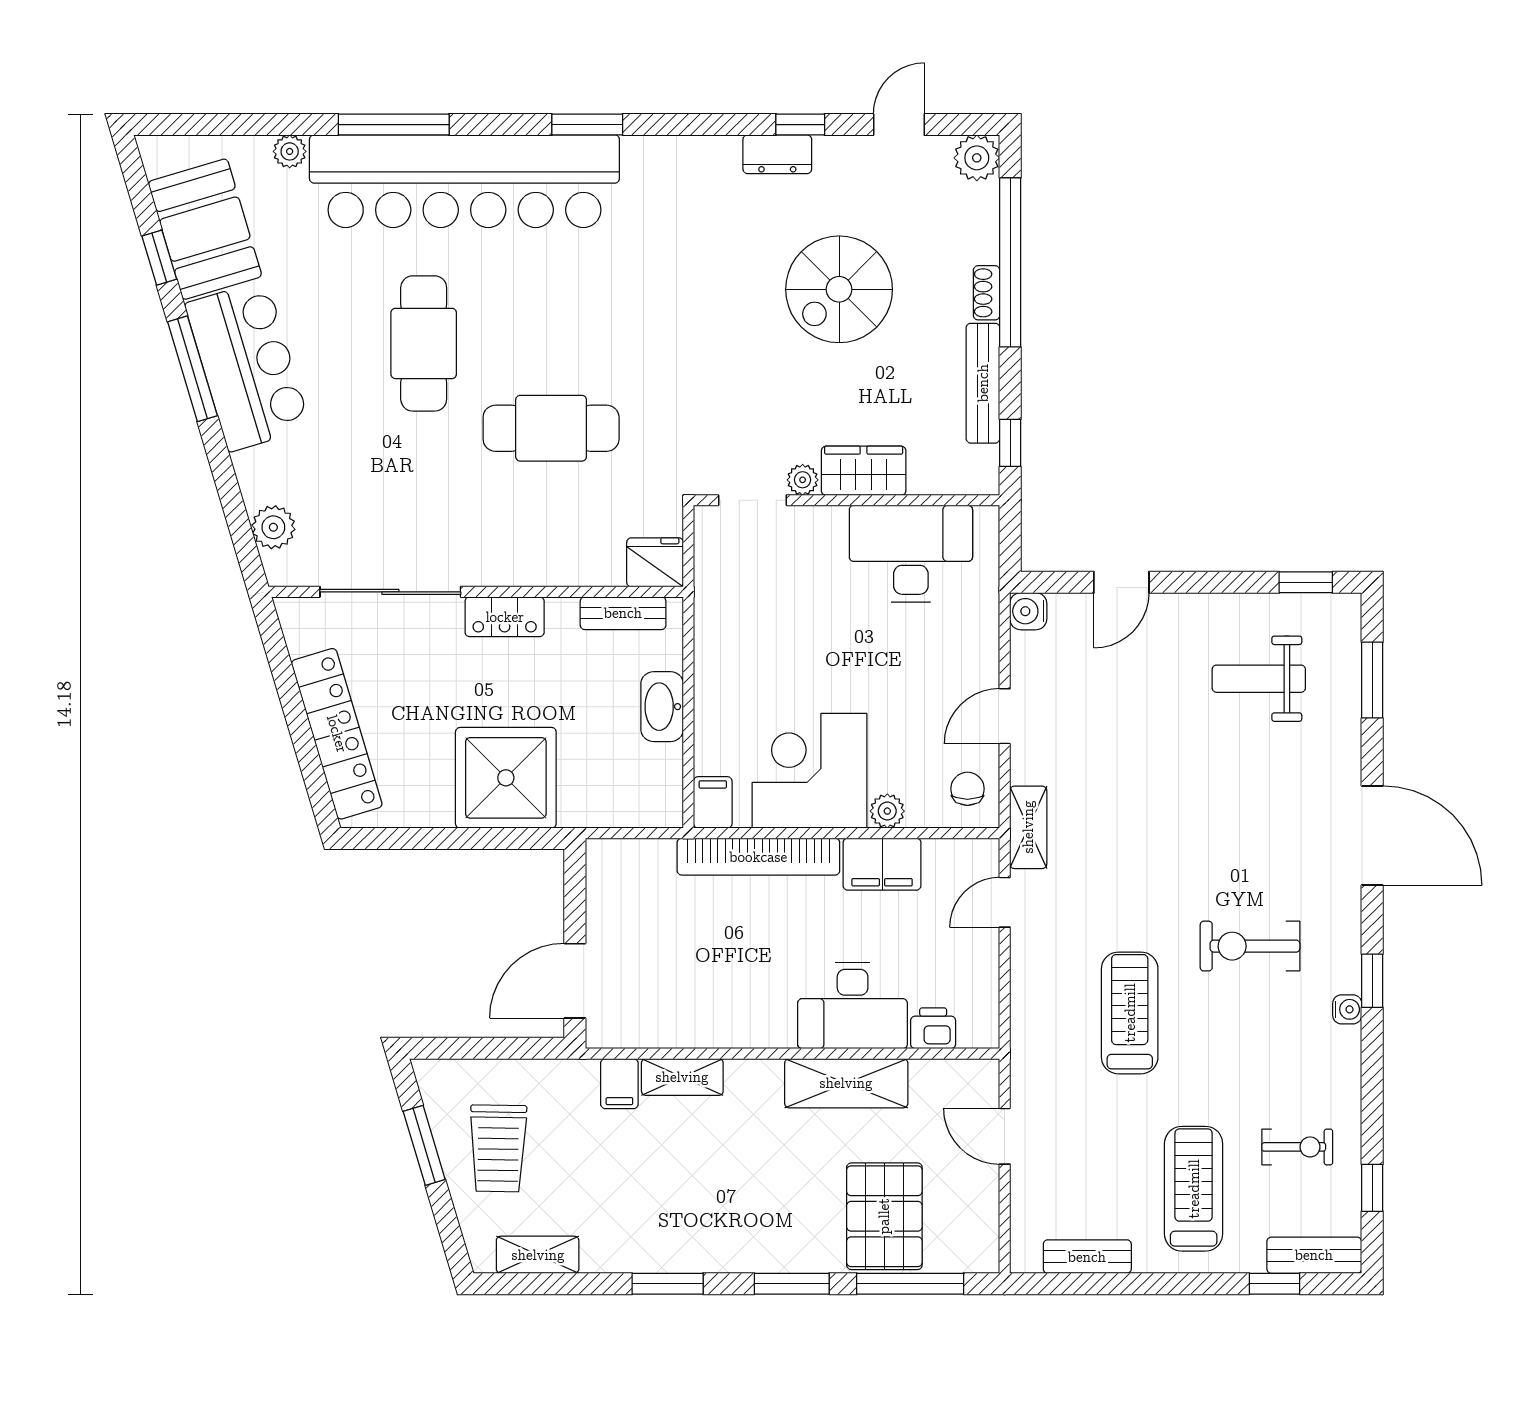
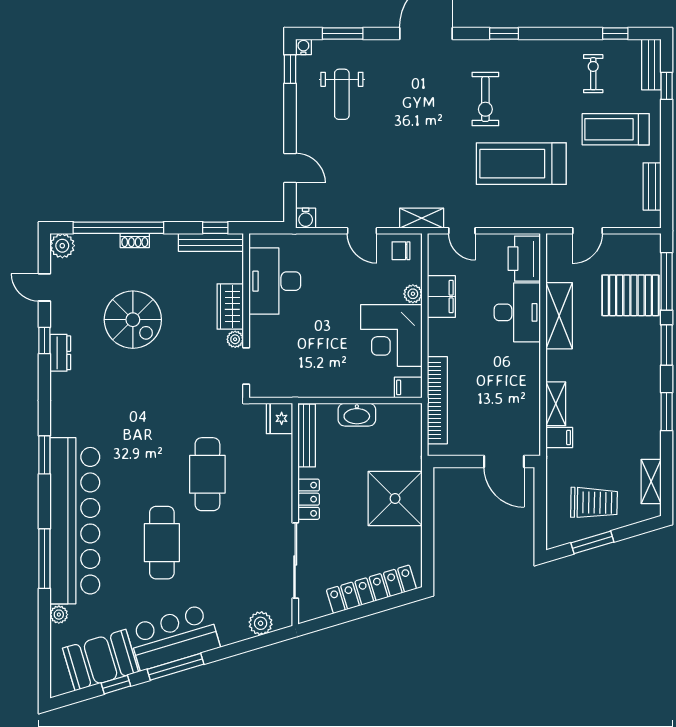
cafe table: (424, 343) -> (162, 543), turned 90
bench: (983, 383) -> (211, 242), moved
bench: (623, 613) -> (307, 436), width x1.36
bookcase: (758, 857) -> (437, 400), moved
water cooler: (1347, 1009) -> (303, 47), moved
treadmill: (1130, 1013) -> (521, 164), width x1.37, depth x1.38
printer: (933, 1028) -> (524, 259), width x1.87, depth x1.48

